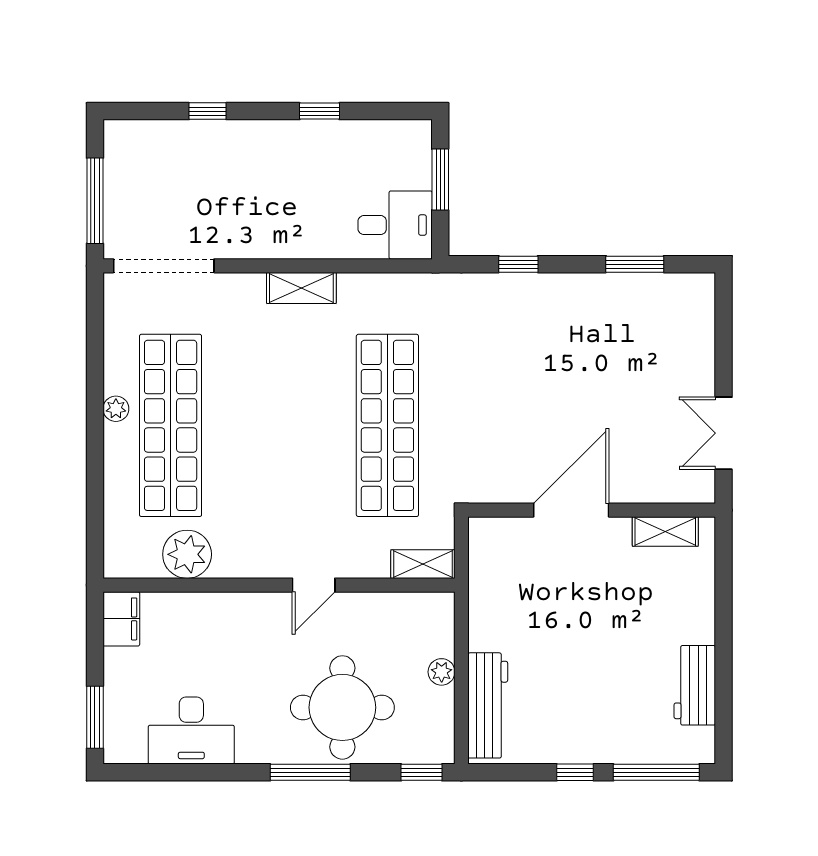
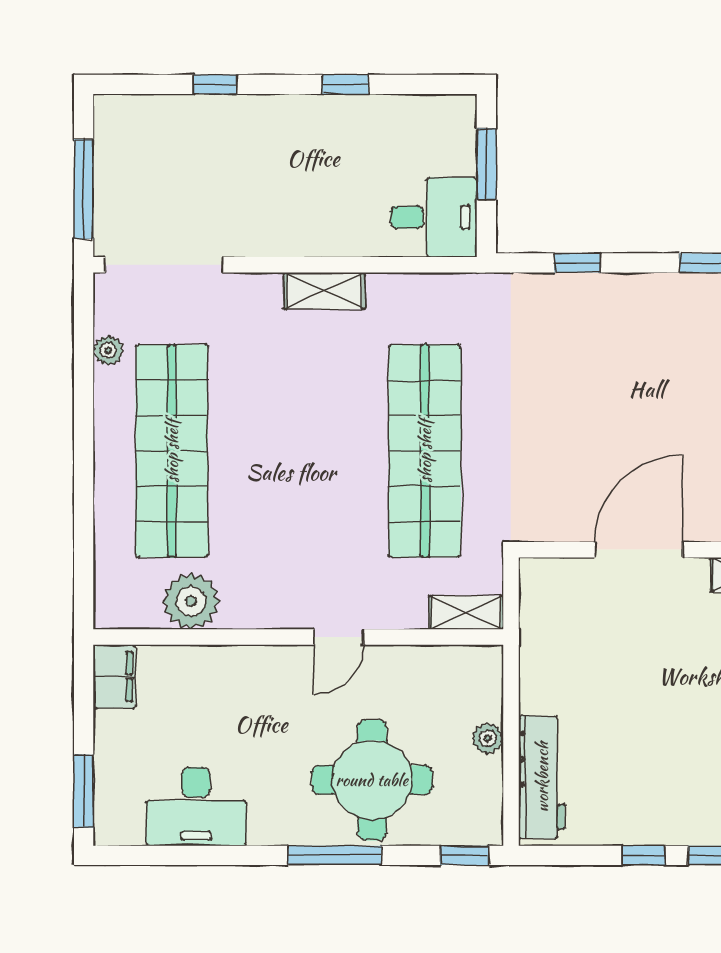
plant: (116, 409) -> (108, 351), moved

